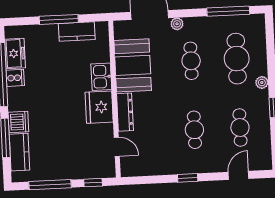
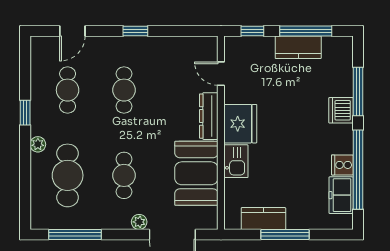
kitchen counter: (19, 152) -> (298, 47), moved, turned -90

